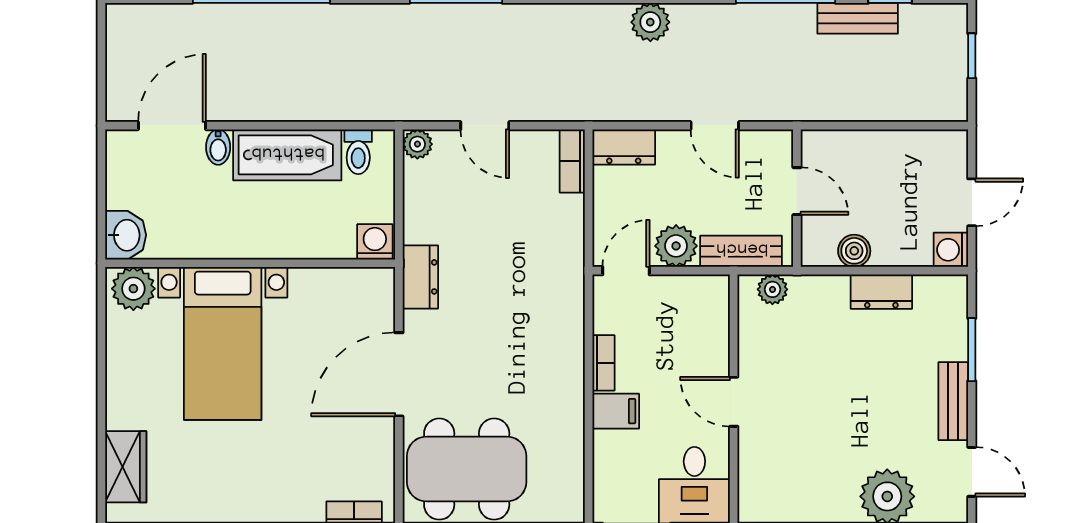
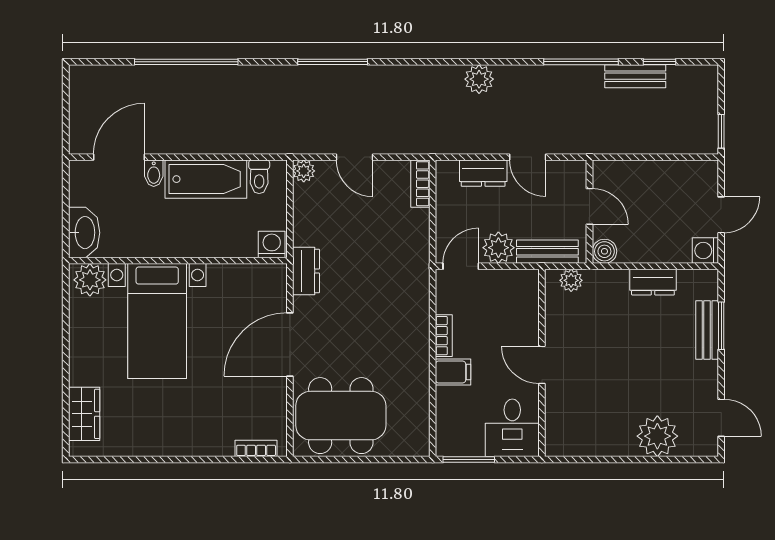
window: (972, 56) -> (721, 131), moved
dresser: (624, 147) -> (483, 173), moved
washbasin: (126, 235) -> (84, 233), width x1.38
boiler: (854, 251) -> (604, 251), moved
bench: (953, 401) -> (707, 330), moved

